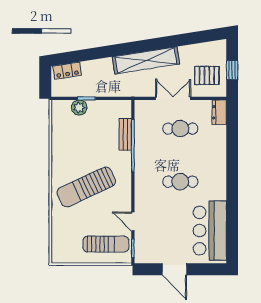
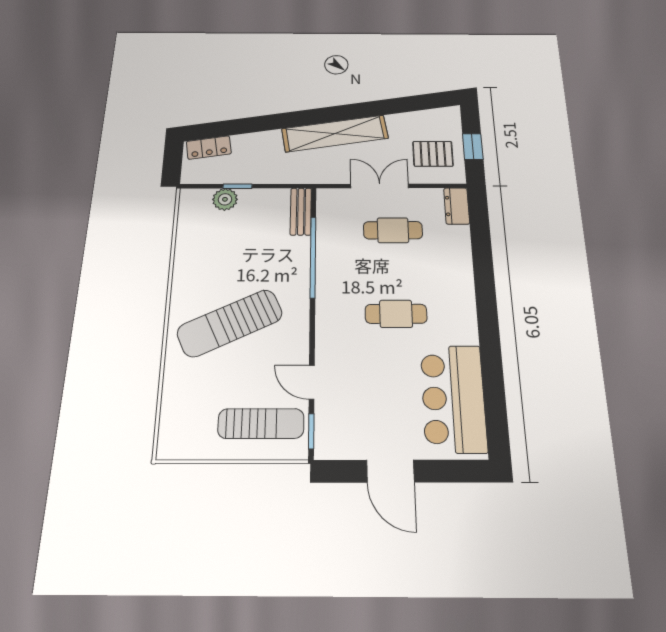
bench: (125, 134) -> (301, 211), moved

